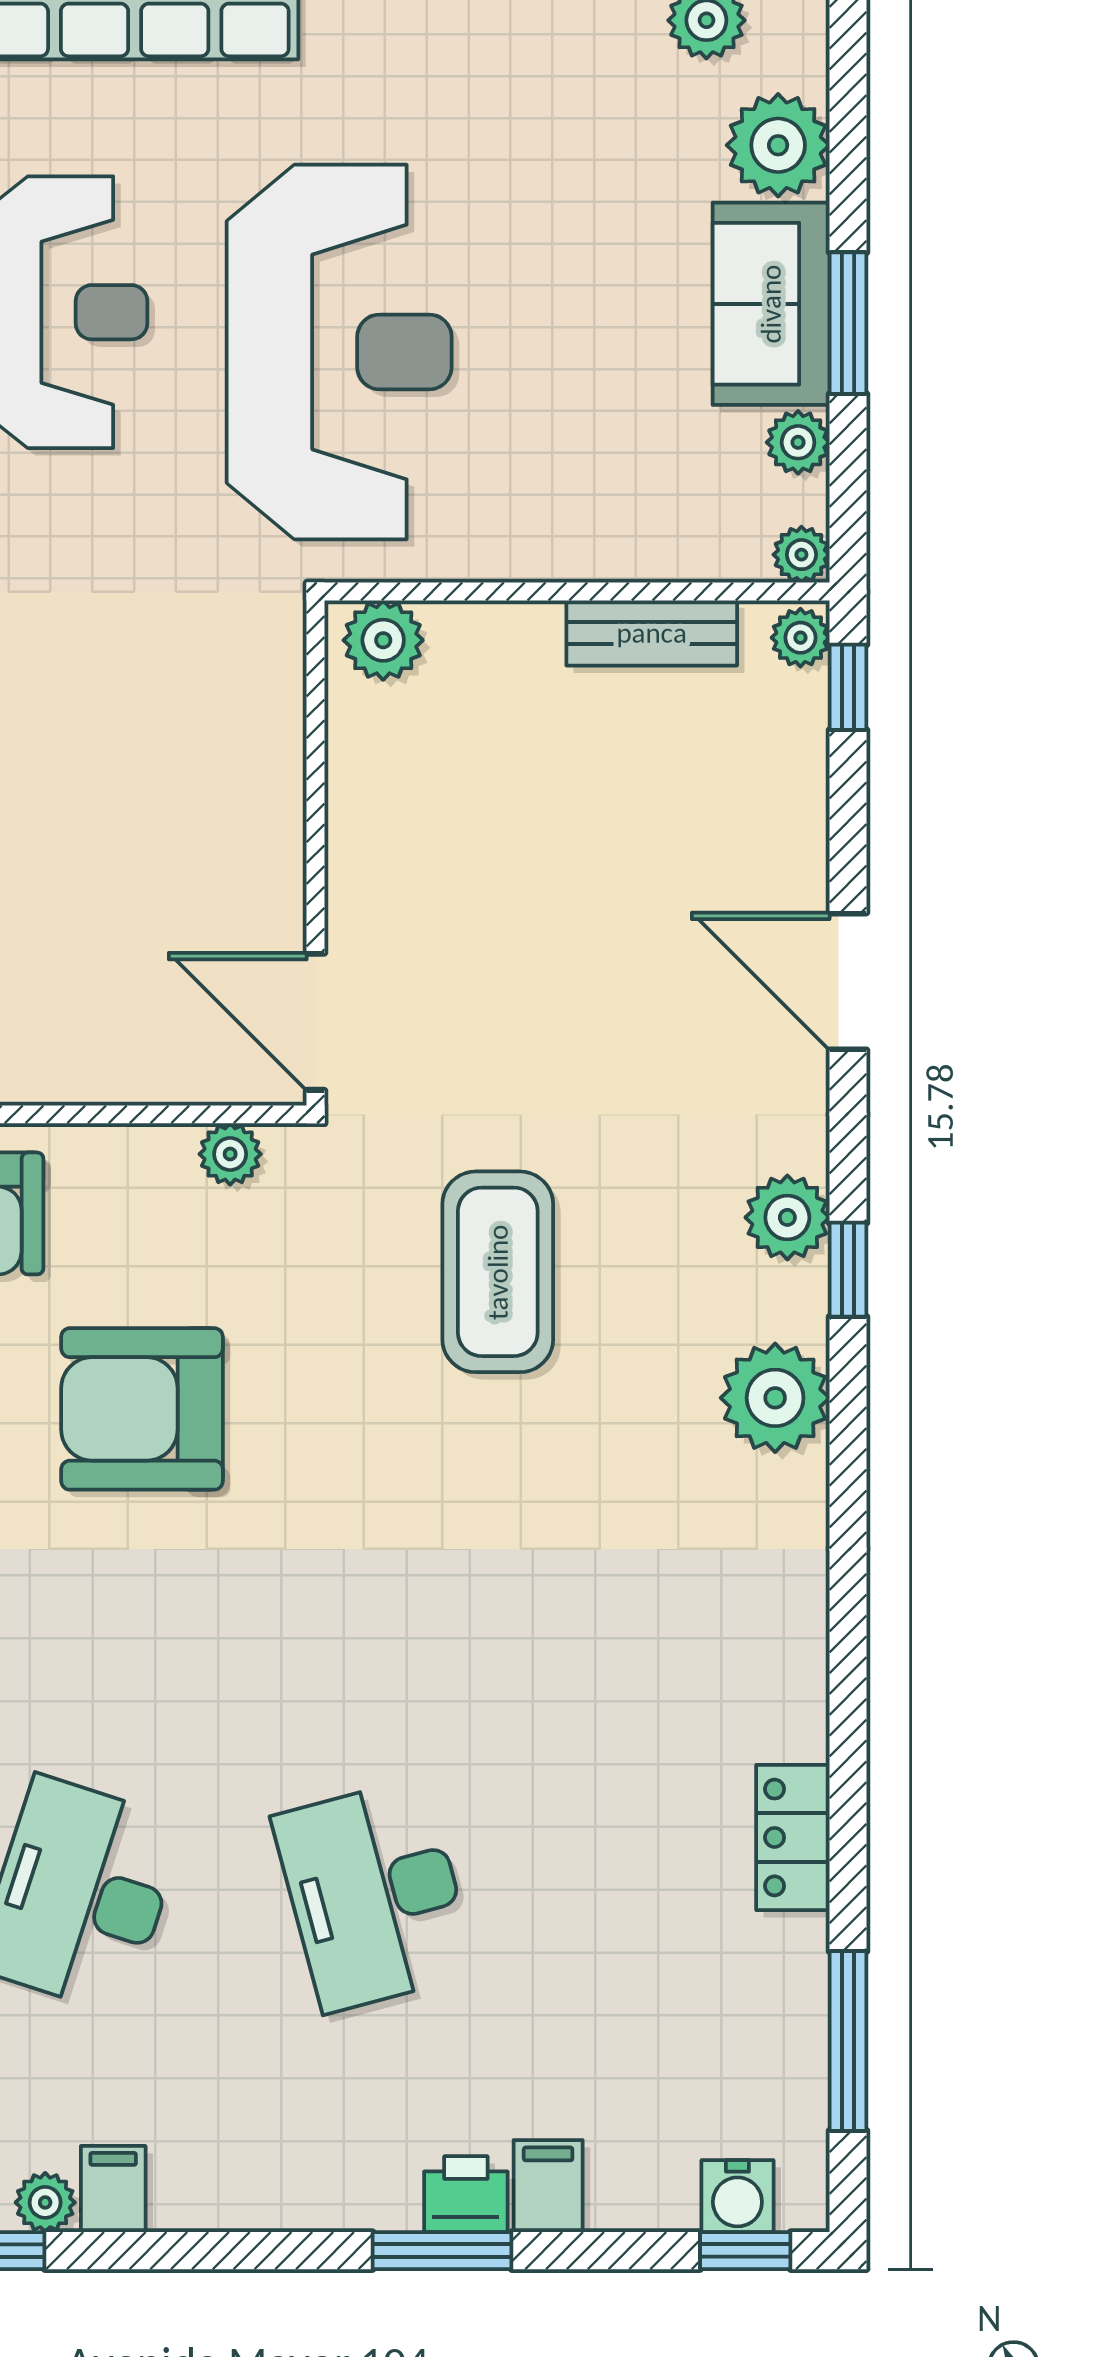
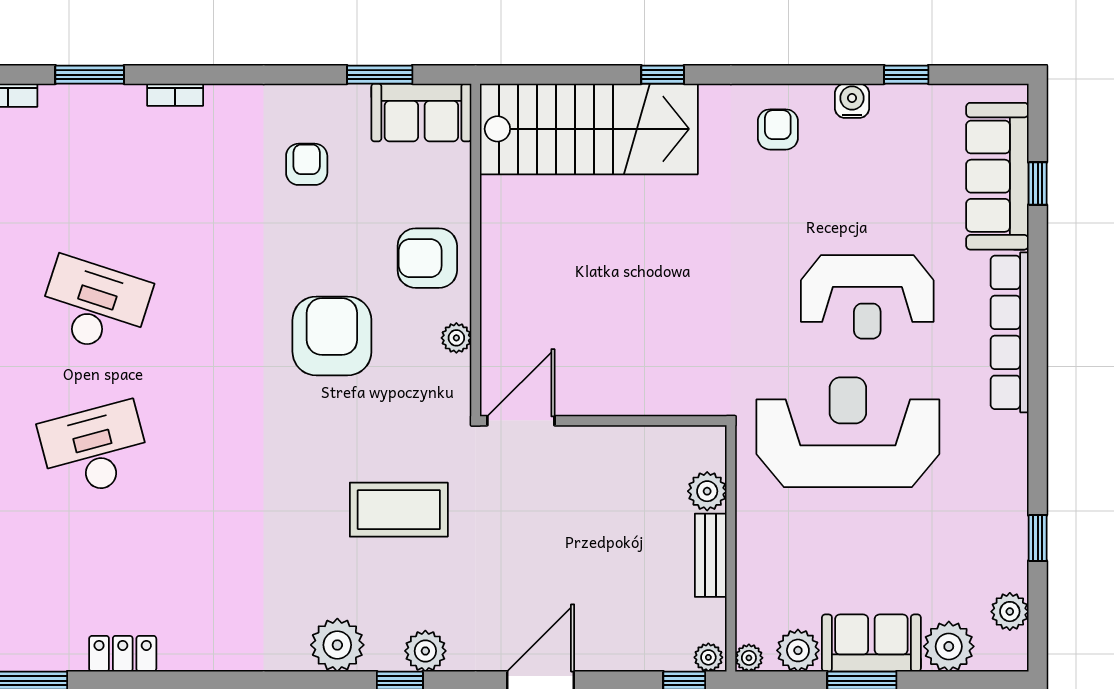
reception desk: (339, 352) -> (848, 432), turned 180
plant: (798, 442) -> (798, 650), width x1.38, depth x1.38
bench: (652, 633) -> (711, 555), moved
plant: (383, 640) -> (707, 491), moved
plant: (230, 1154) -> (456, 338), moved

